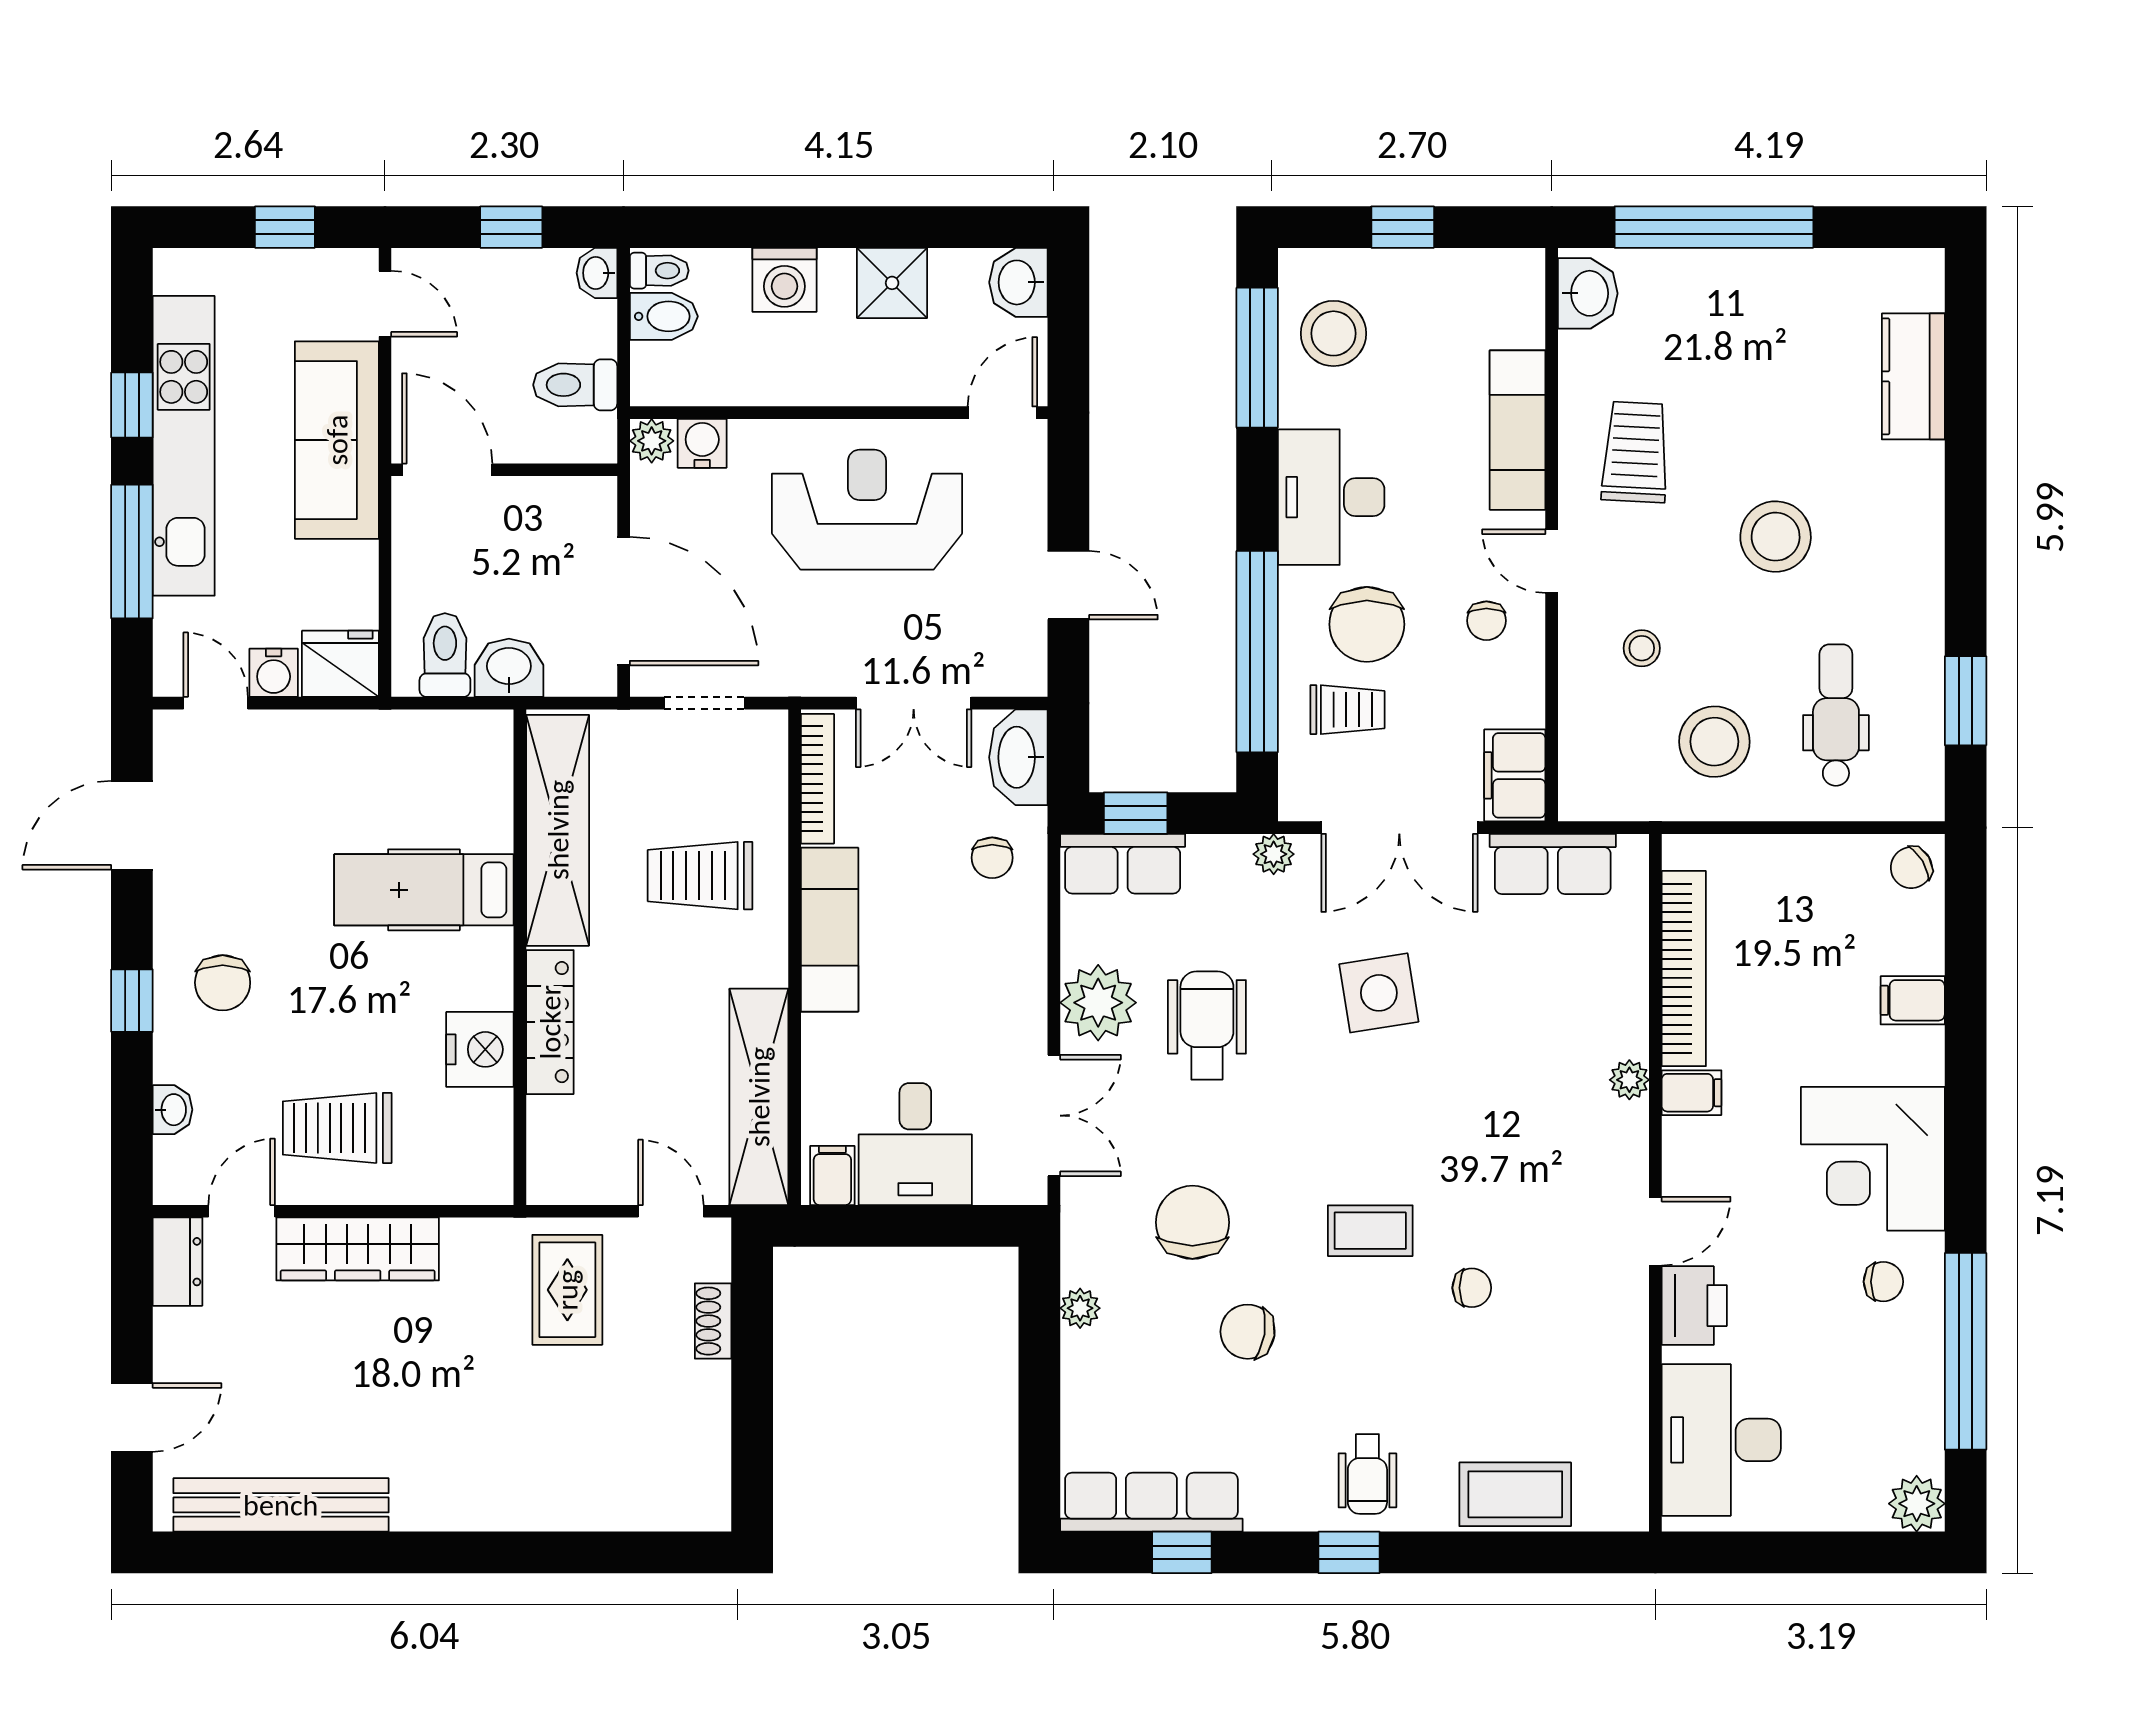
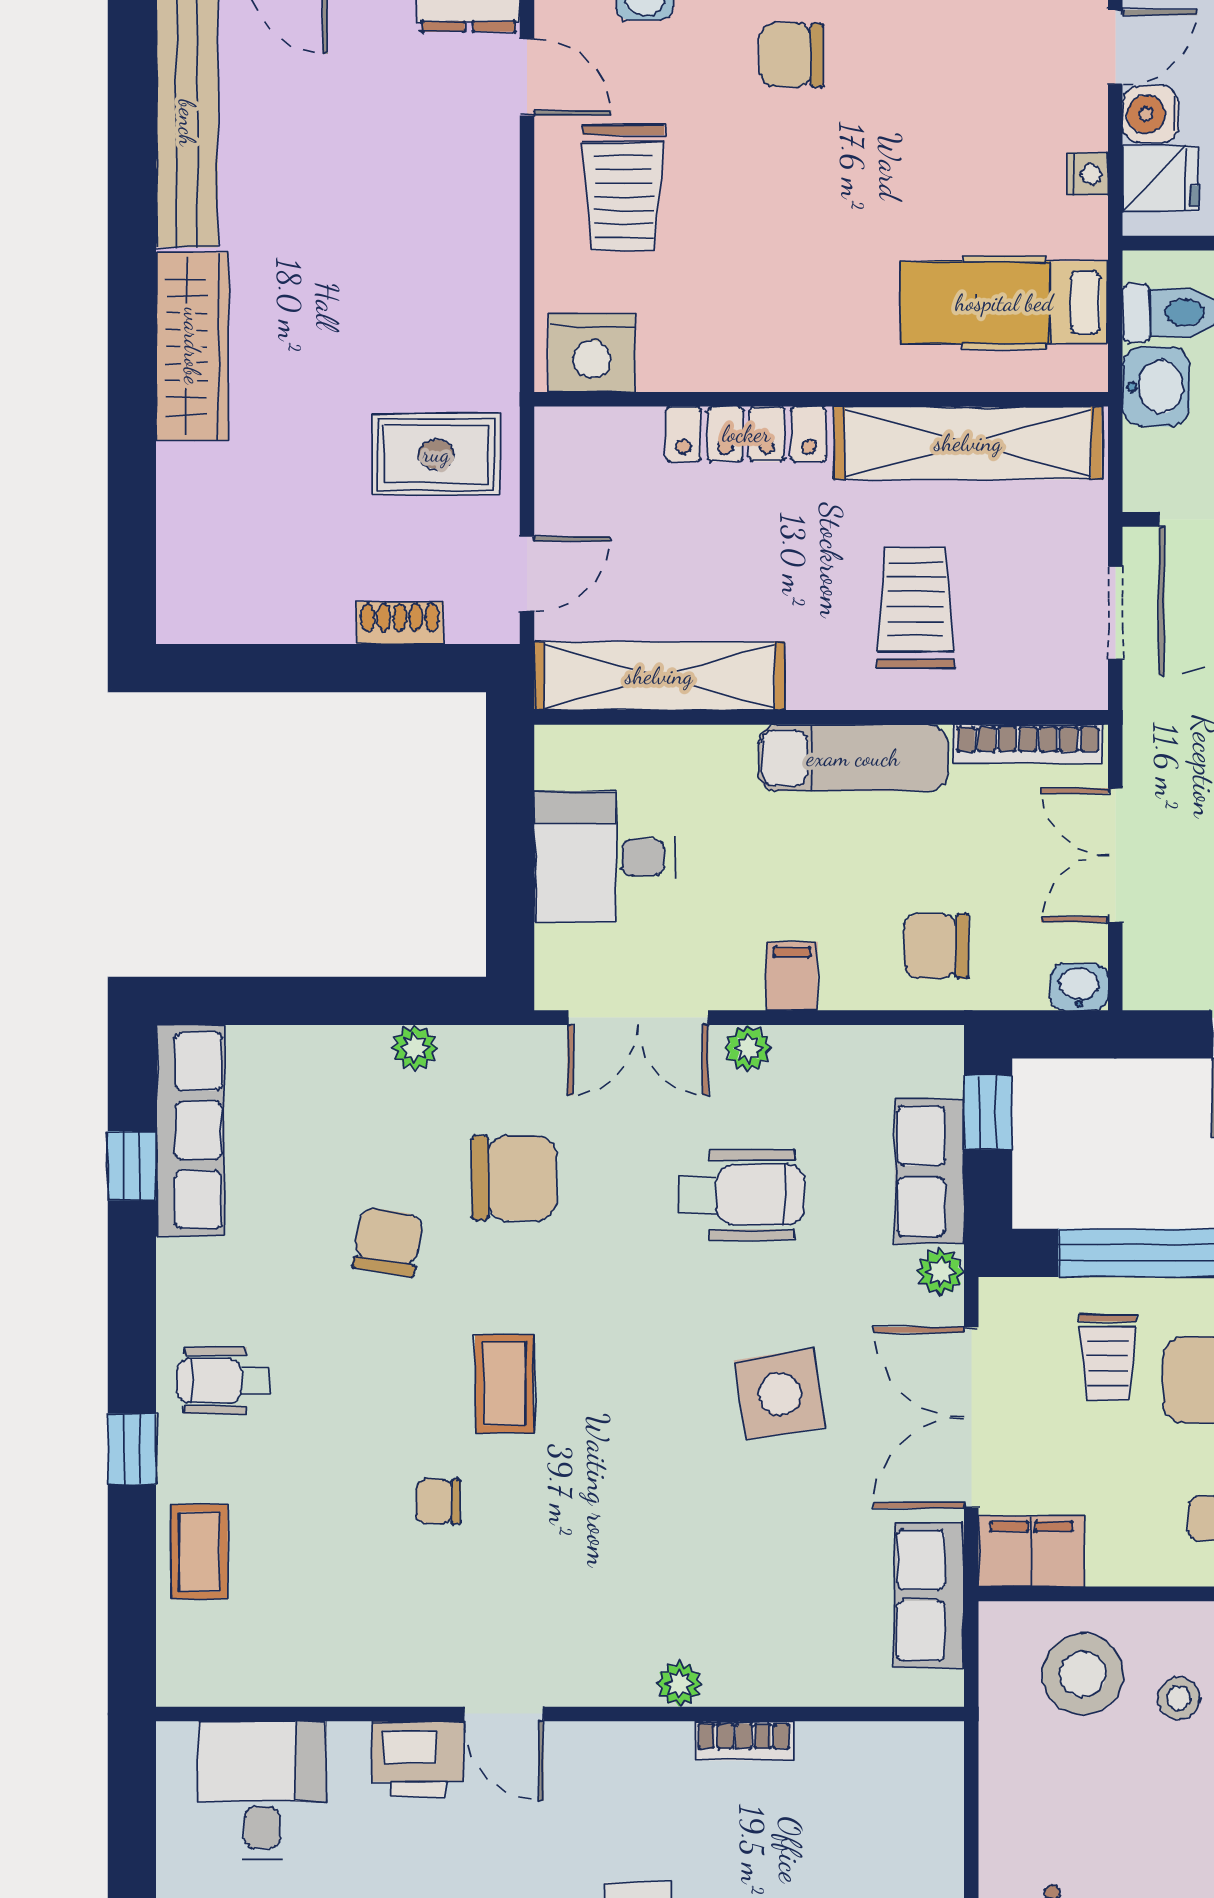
fridge: (340, 664) -> (1161, 179), width x0.72
nightstand: (325, 727) -> (1088, 174), added
stool: (1714, 742) -> (1083, 1674), moved
washbasin: (1018, 757) -> (1079, 987), width x0.52, depth x0.69
chair: (992, 858) -> (936, 946), width x1.37, depth x1.37
row of seats: (1123, 864) -> (929, 1171), moved
hospital bed: (424, 890) -> (1004, 303), moved, turned -90
bookcase: (1684, 969) -> (744, 1741), width x0.43, depth x0.76
plant: (1098, 1003) -> (748, 1048), width x0.53, depth x0.53
nightstand: (480, 1049) -> (592, 353), moved
filing cabinet: (1692, 1093) -> (664, 1756), removed
trolley: (337, 1128) -> (623, 188), turned 180
filing cabinet: (832, 1175) -> (792, 976), moved, turned -90
wardrobe: (358, 1249) -> (192, 346), moved, turned 180
chair: (1472, 1288) -> (438, 1501), turned 90
desk: (1721, 1440) -> (262, 1790), width x0.73
coffee table: (1515, 1494) -> (199, 1552), width x0.73, depth x0.77
window: (1349, 1552) -> (132, 1449), moved

